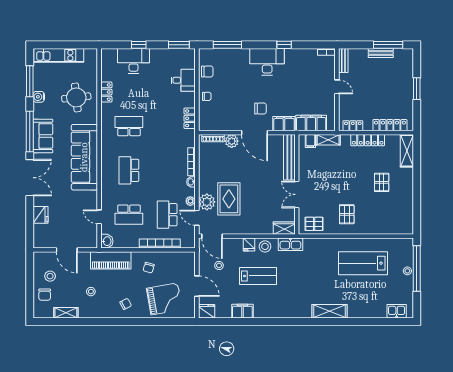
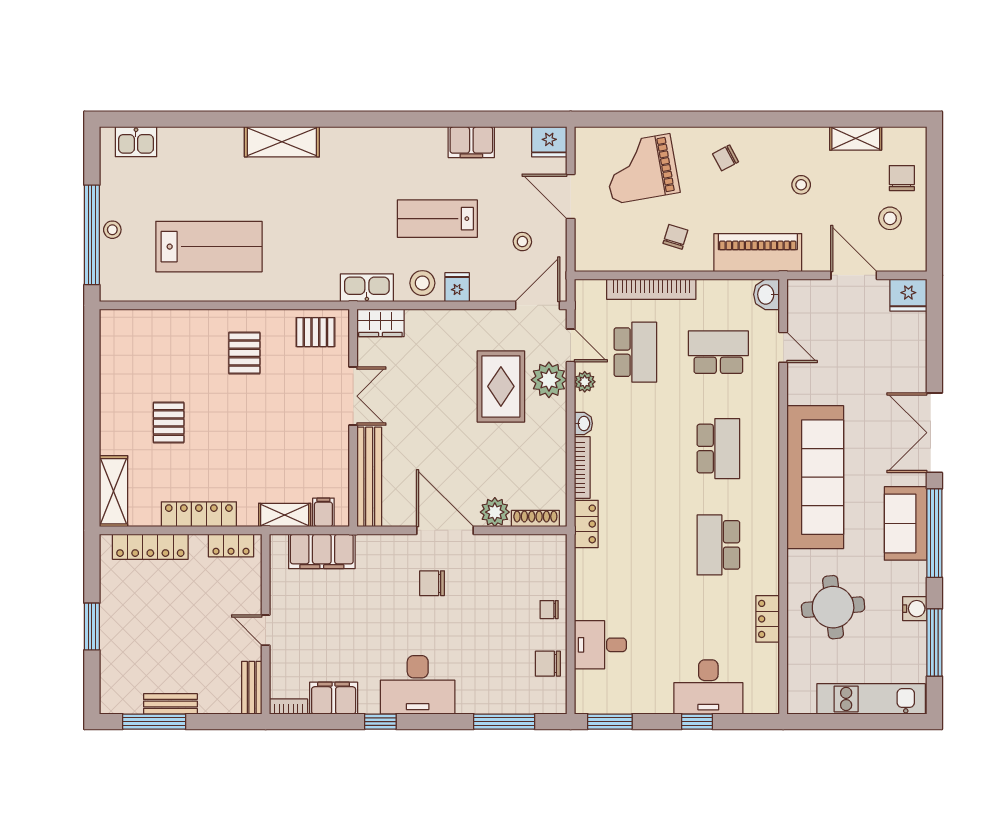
locker: (190, 118) -> (586, 524), moved
filing cabinet: (284, 124) -> (334, 698), moved, turned 180
school desk: (129, 126) -> (718, 545), turned 90
fridge: (40, 215) -> (908, 295), moved, turned -90
door: (212, 236) -> (538, 305), hinge flipped

